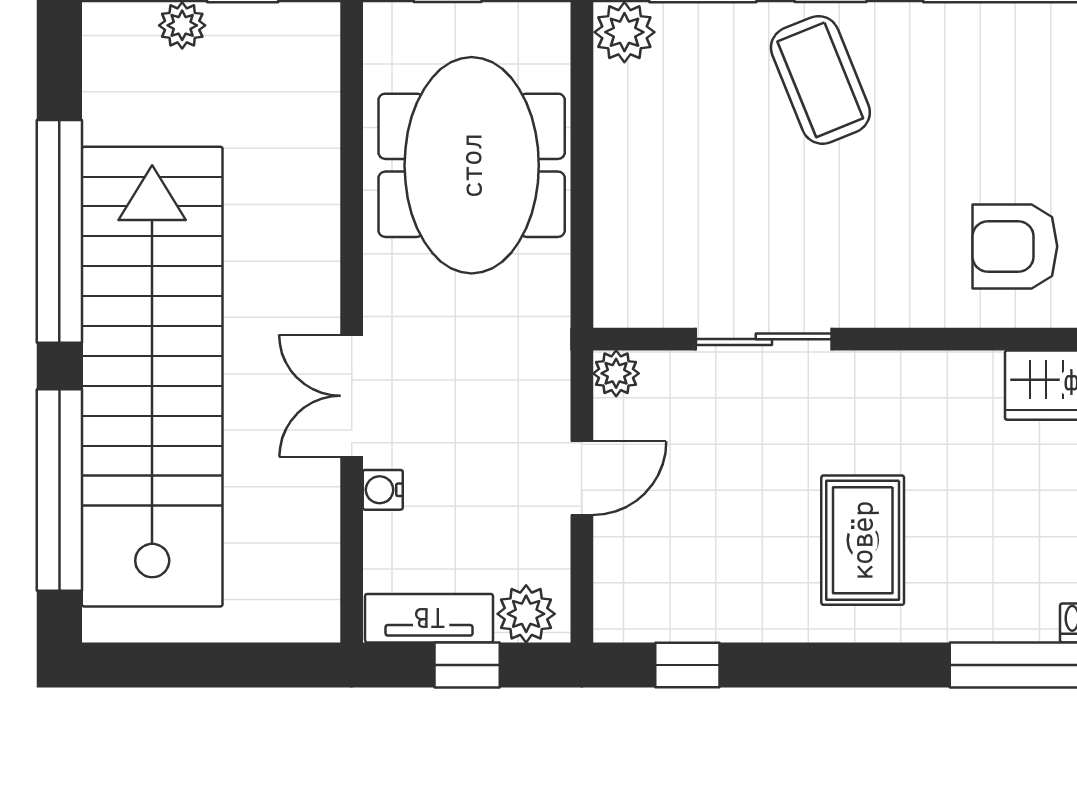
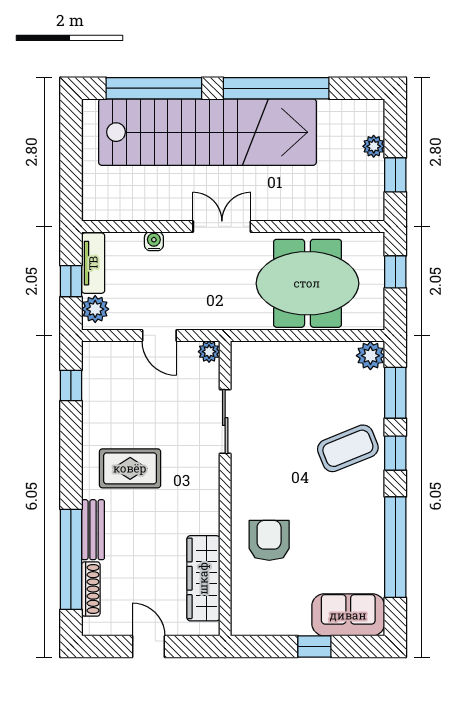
double door: (352, 396) -> (222, 226), moved
bench: (992, 618) -> (93, 530), added

